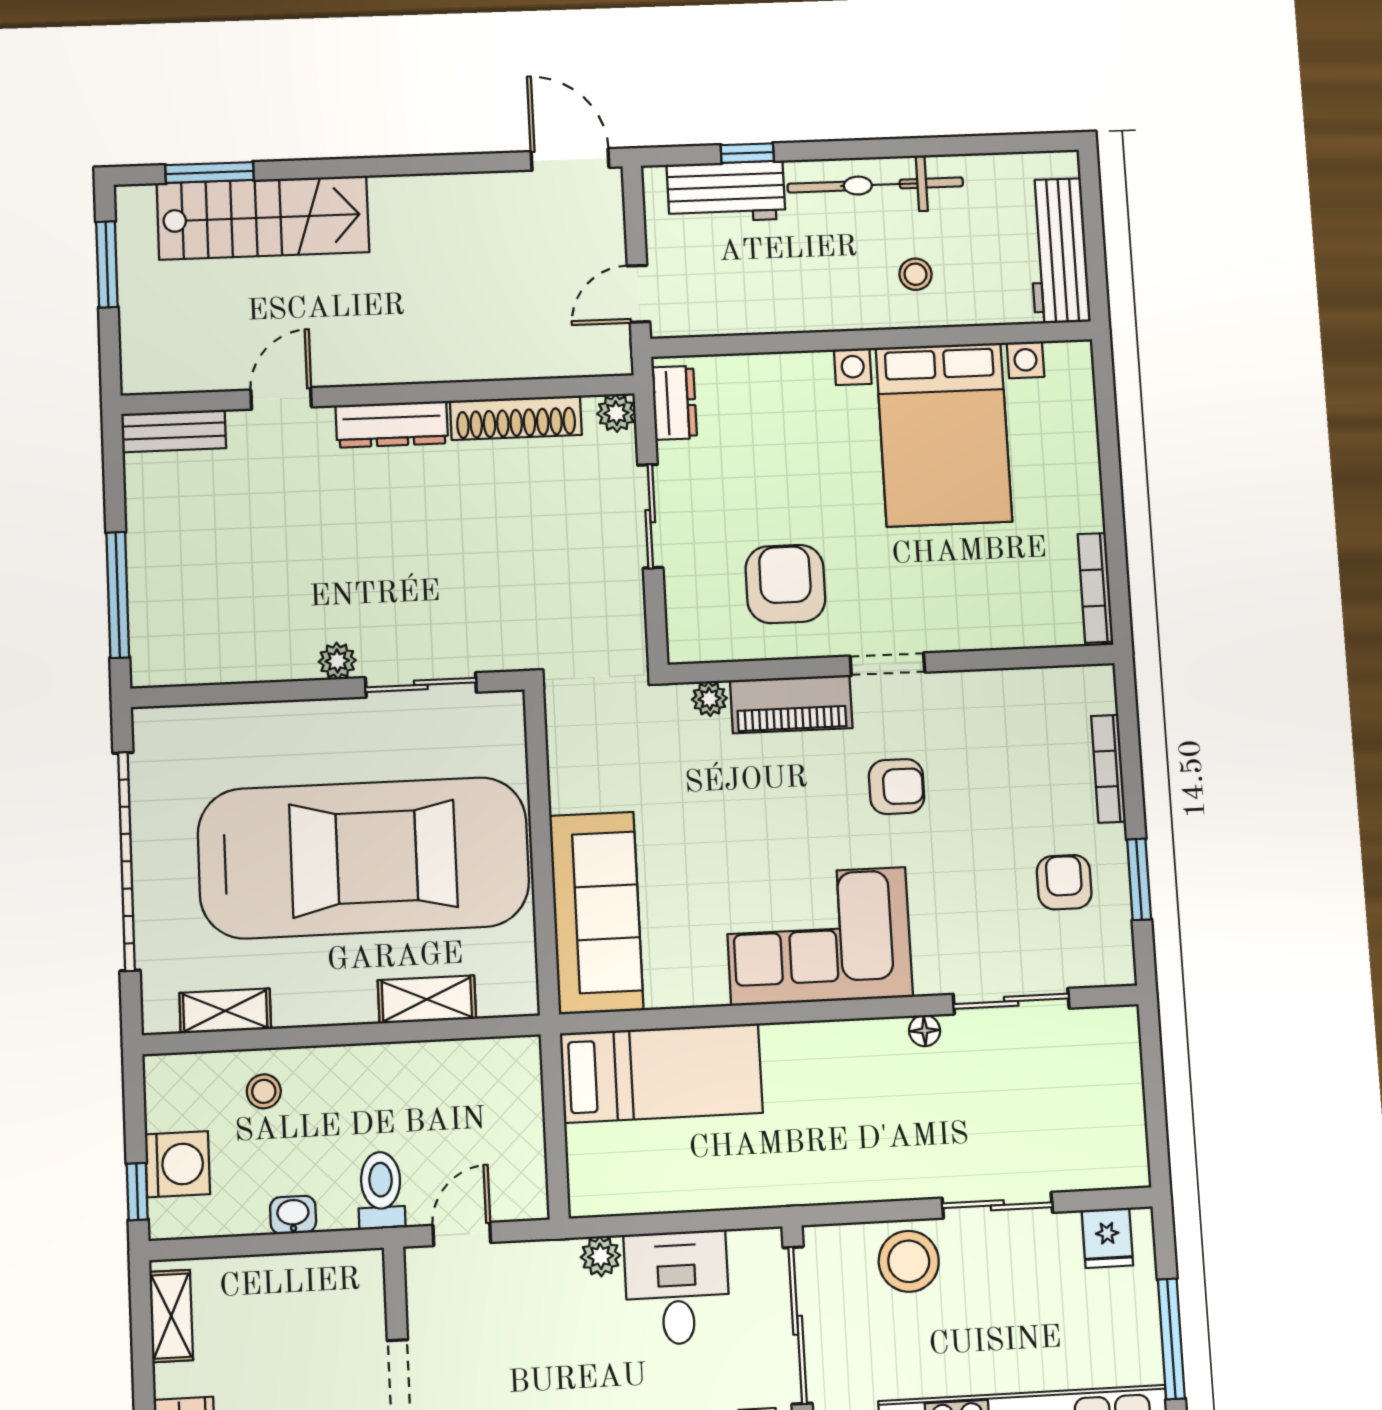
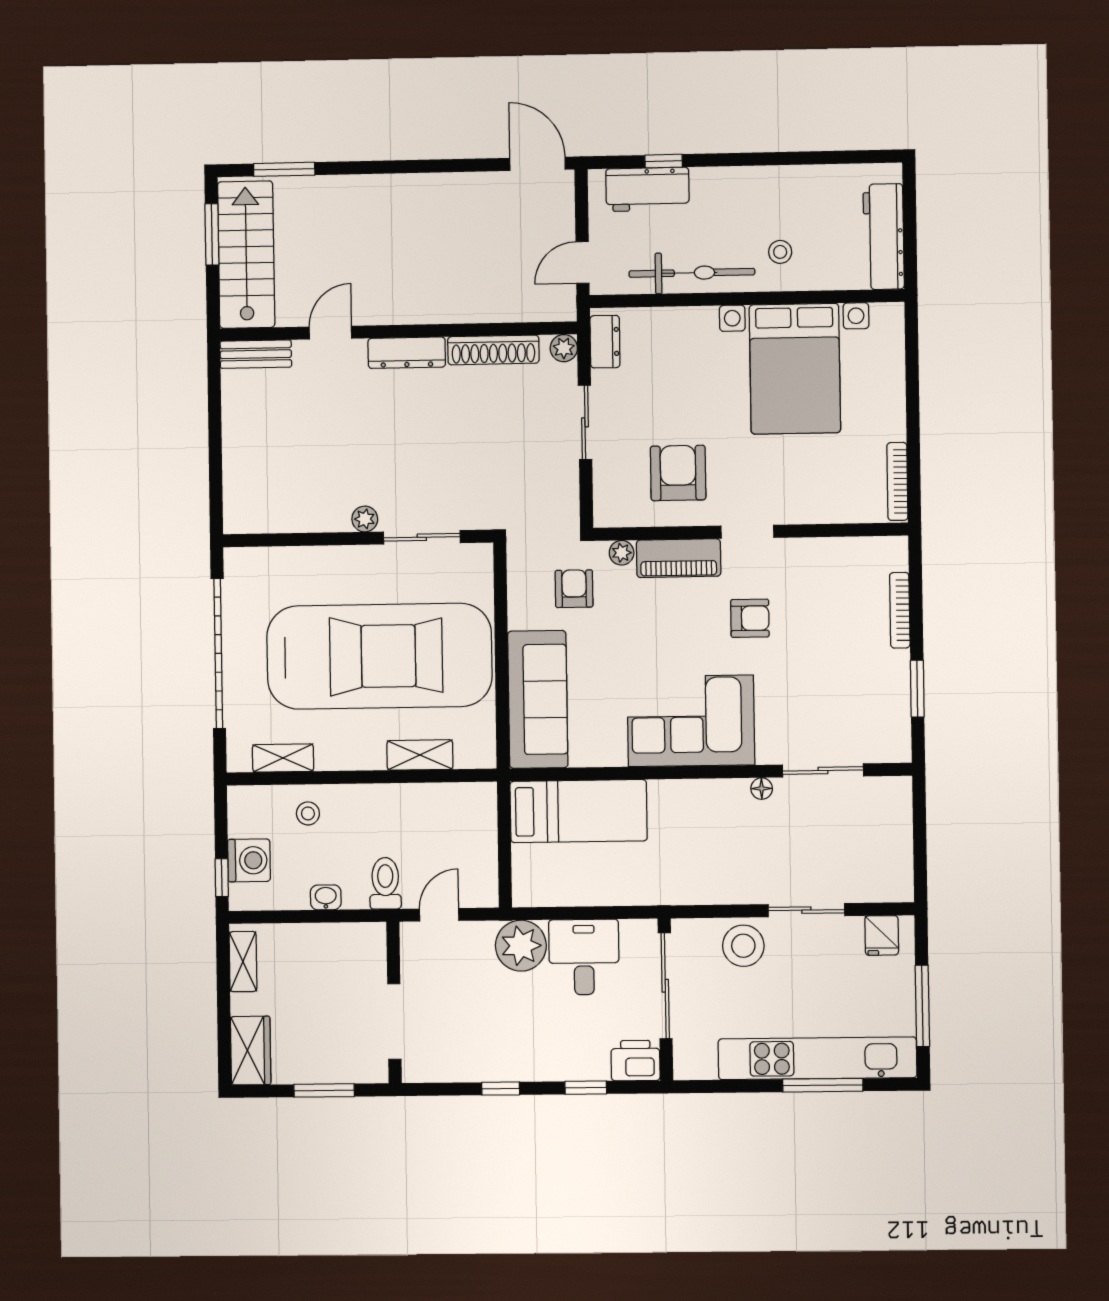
bicycle: (875, 185) -> (692, 273), moved, turned 180
stairs: (263, 218) -> (246, 255), moved, turned -90
window: (118, 595) -> (215, 469), removed
armchair: (1064, 882) -> (574, 589), moved
plant: (601, 1256) -> (521, 946), width x1.87, depth x1.87

